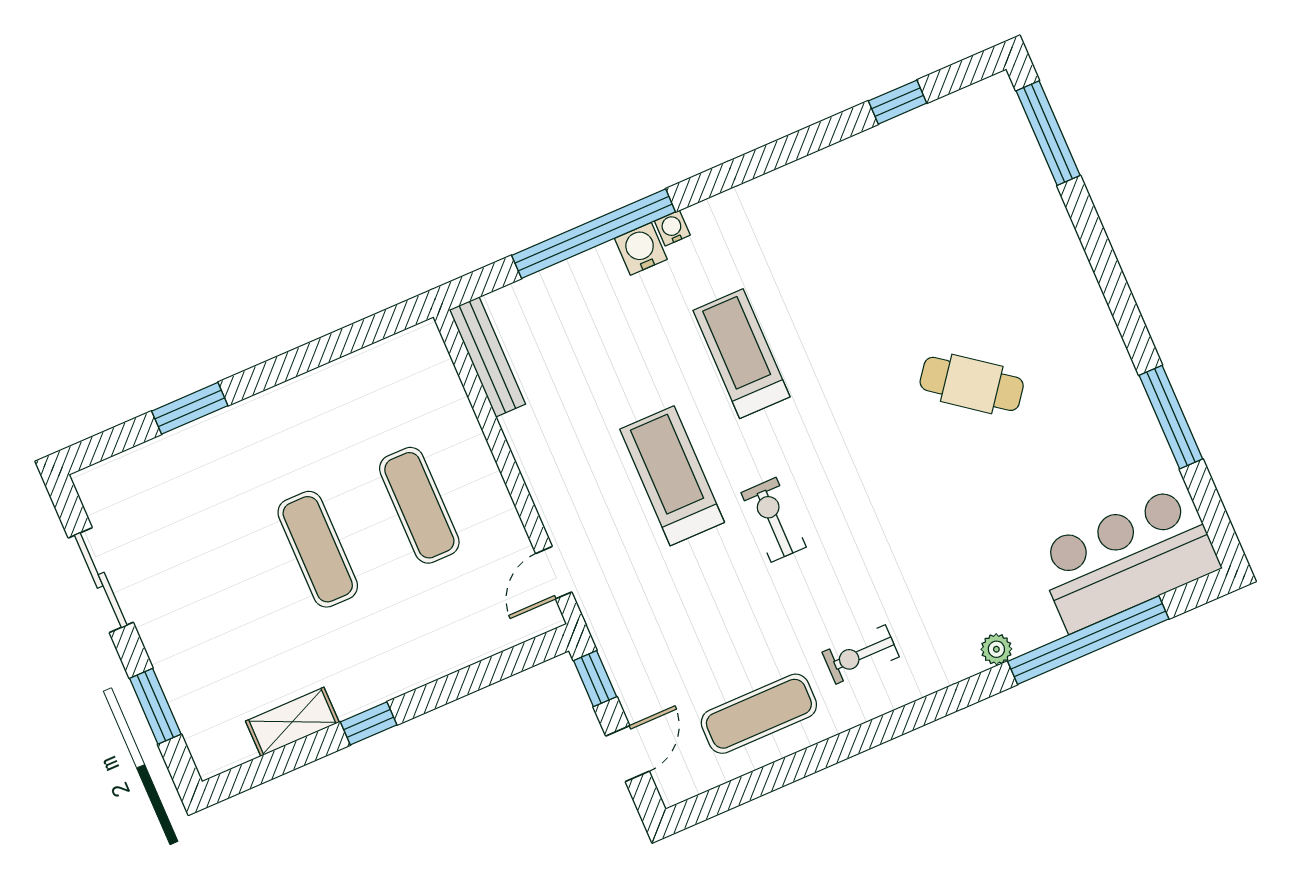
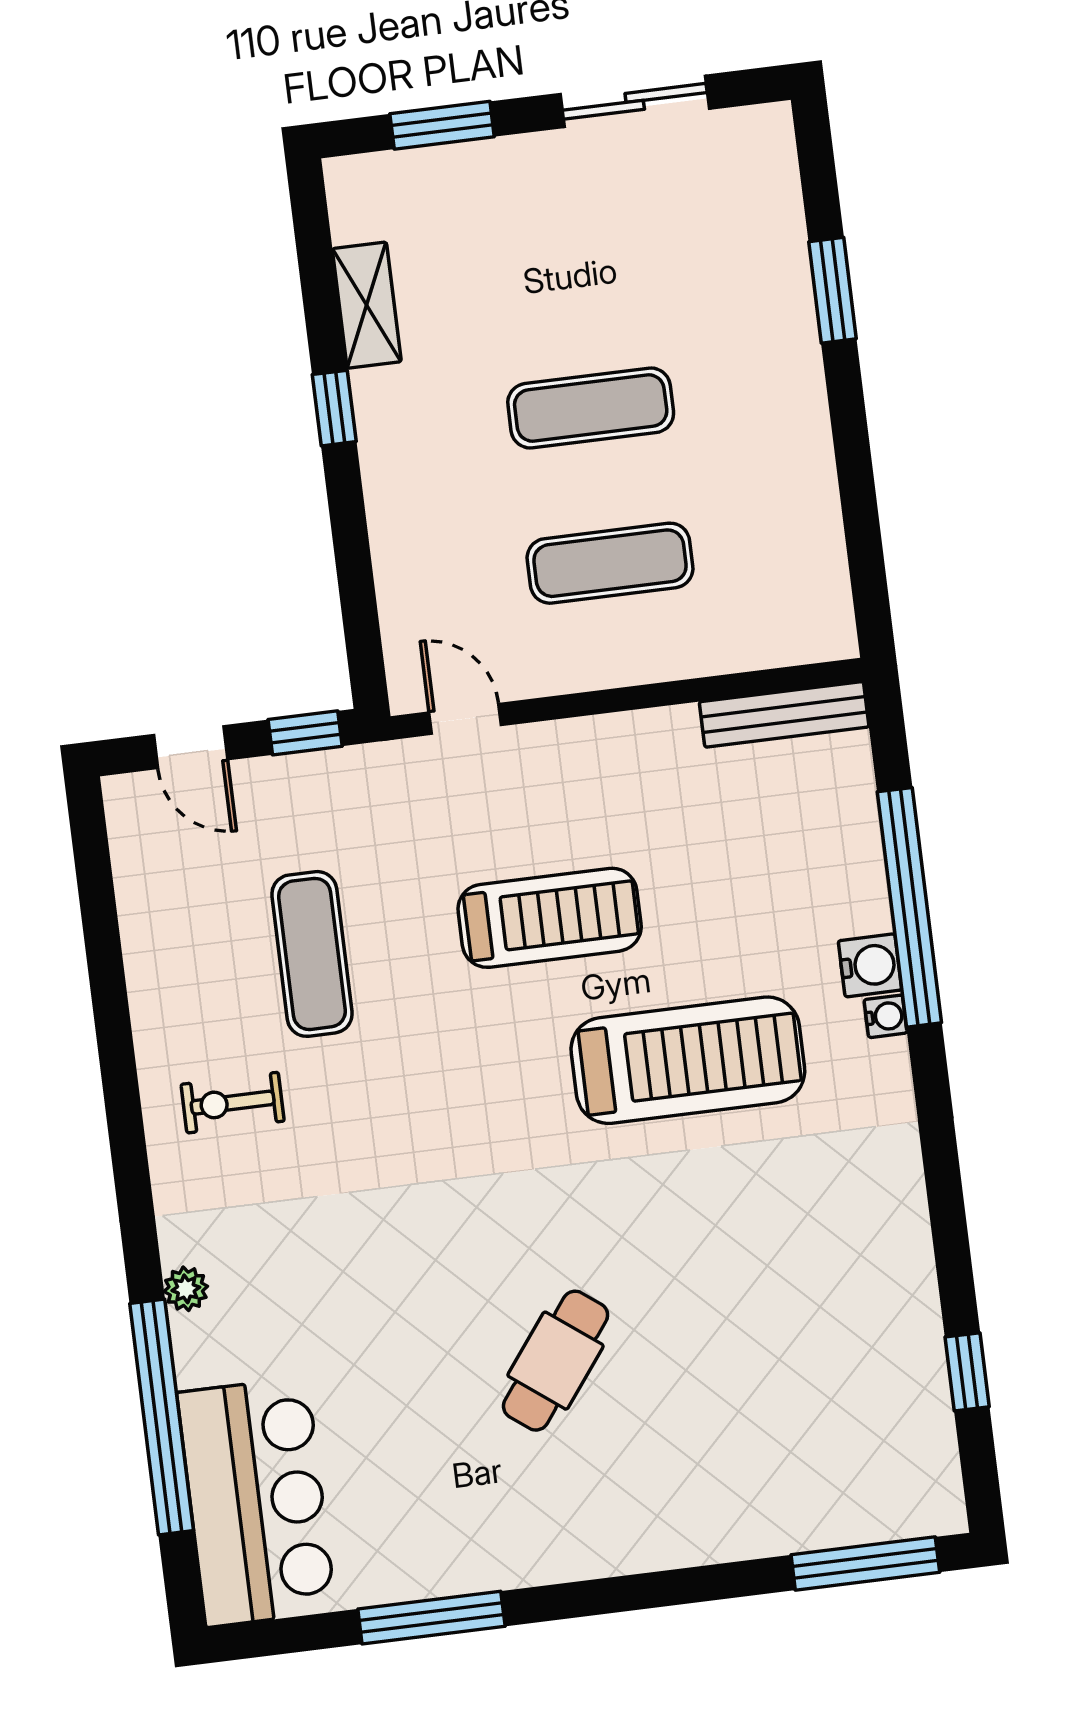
treadmill: (741, 354) -> (688, 1060), width x1.37, depth x1.38
exercise bike: (774, 520) -> (450, 1038), removed
exercise bike: (861, 654) -> (233, 1103), turned -90
exercise mat: (759, 714) -> (312, 954), moved

